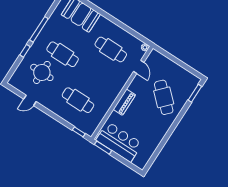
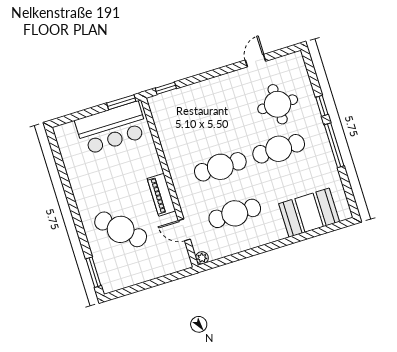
cafe table: (78, 100) -> (220, 167), moved
piano: (124, 102) -> (161, 195), moved

